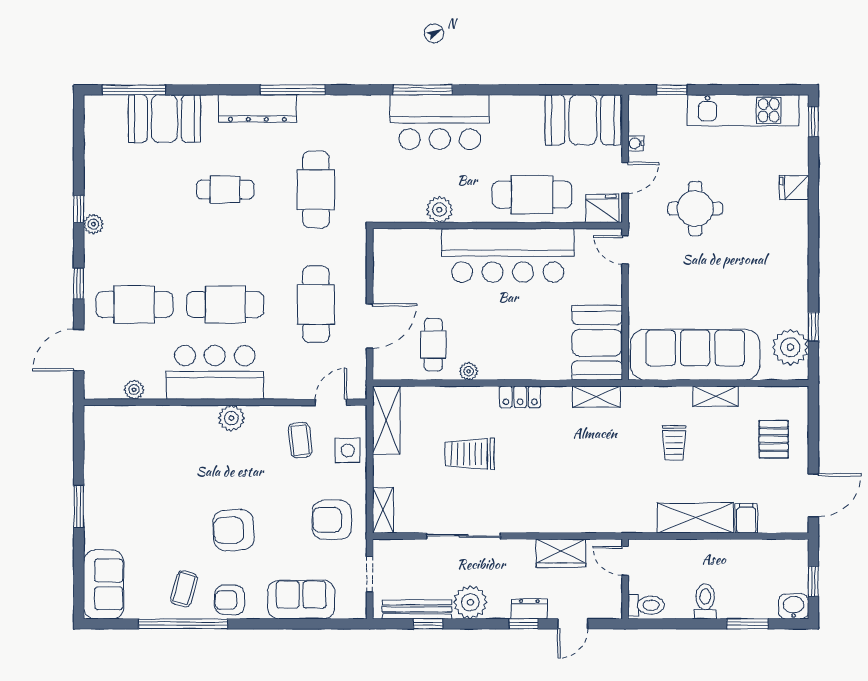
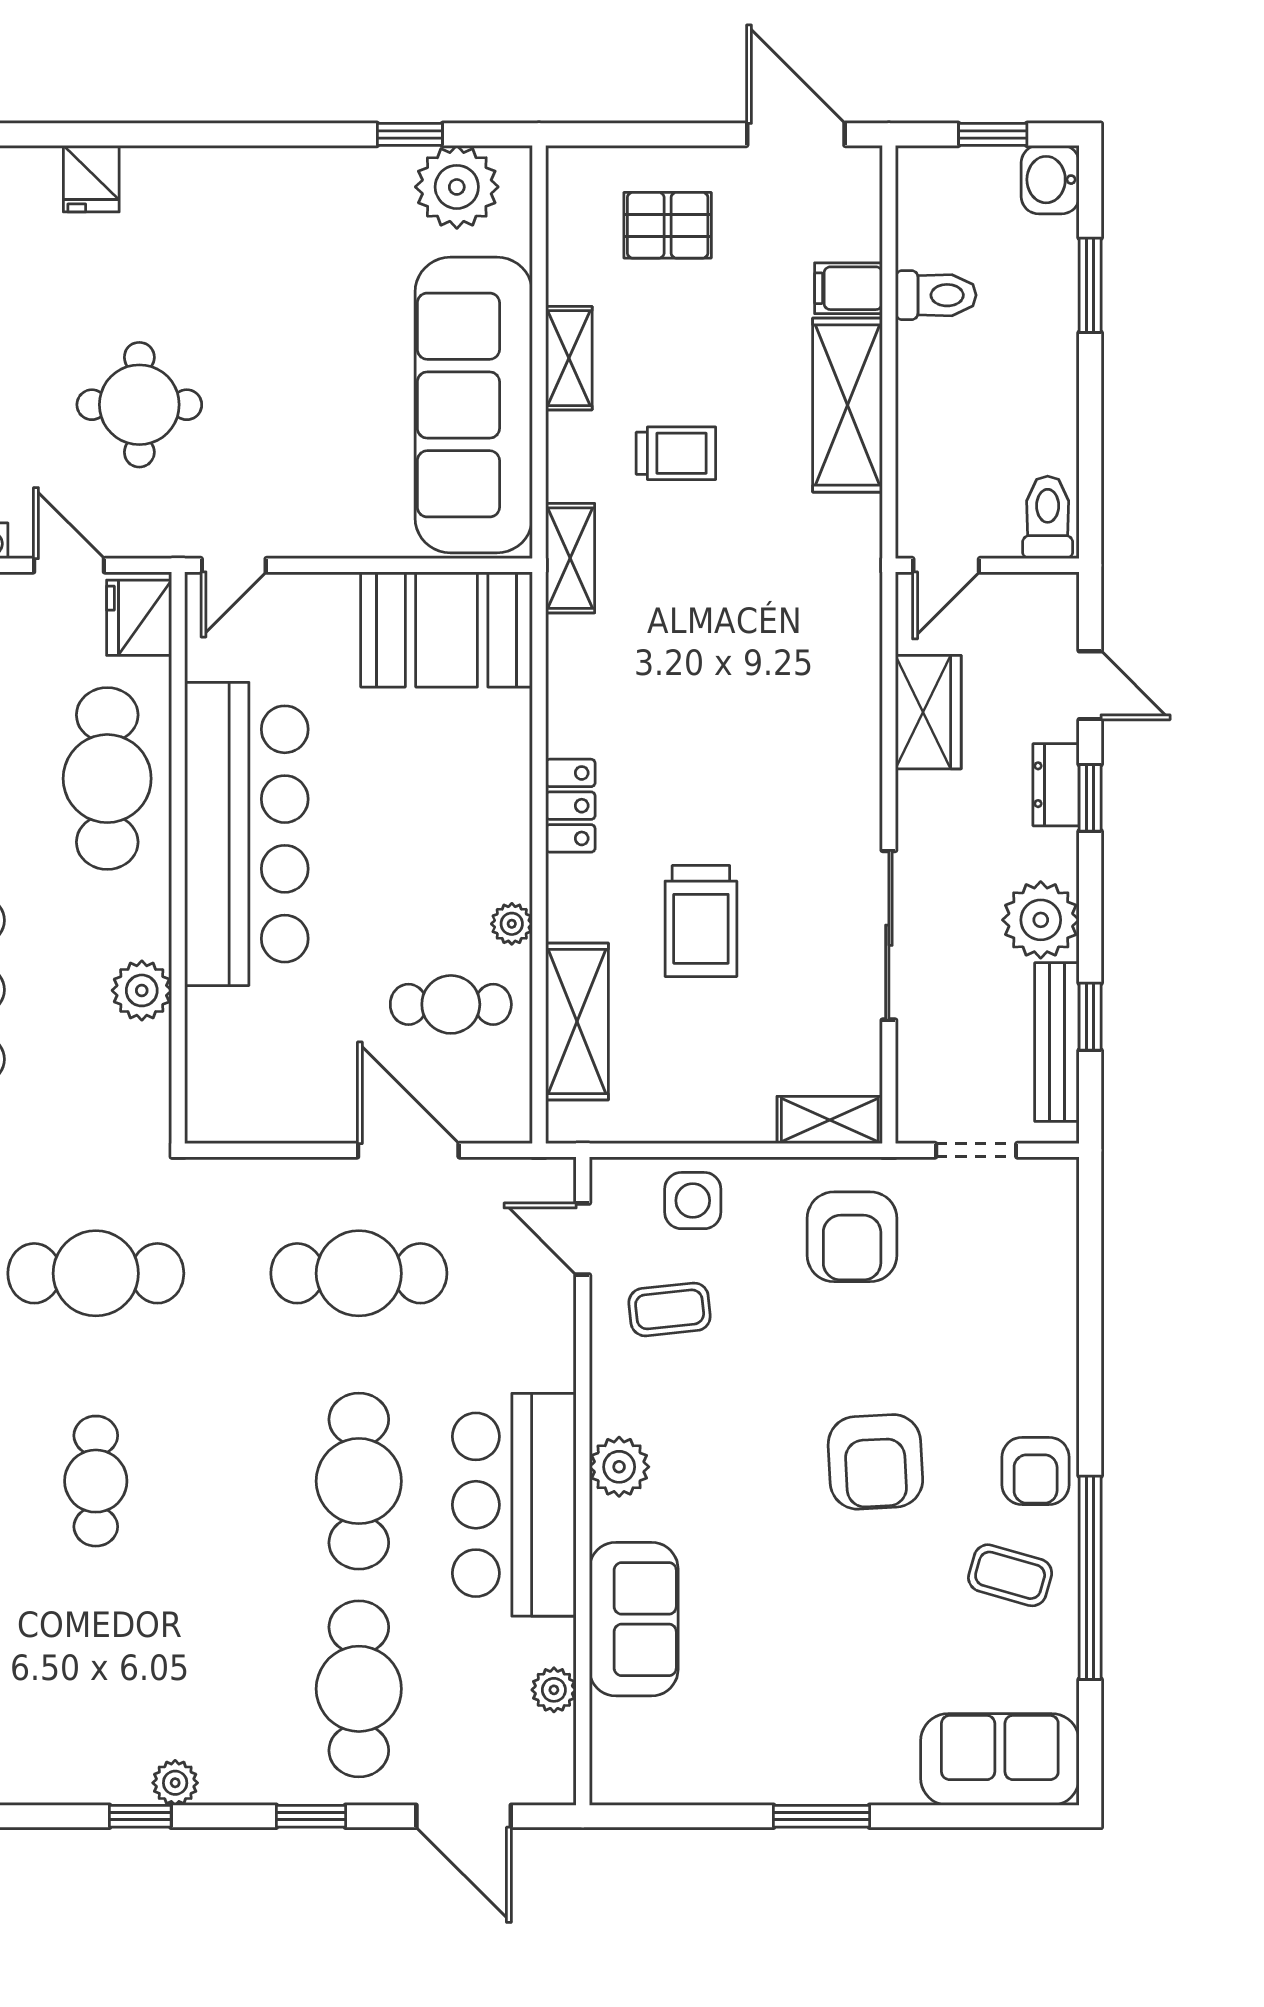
shelving: (596, 397) -> (570, 558), moved
shelving: (386, 420) -> (577, 1021), moved, turned 90
sofa: (301, 600) -> (634, 1619), moved, turned 180
toilet: (705, 601) -> (936, 295), moved, turned 180

